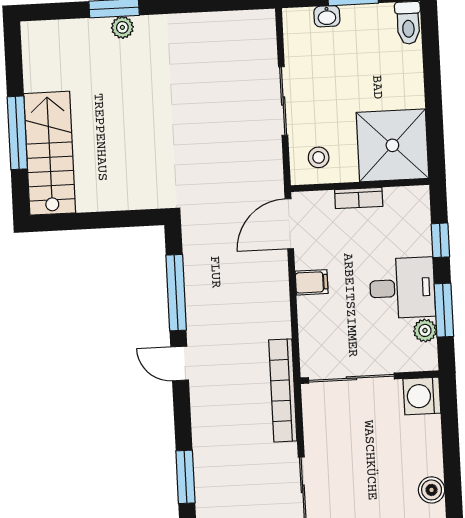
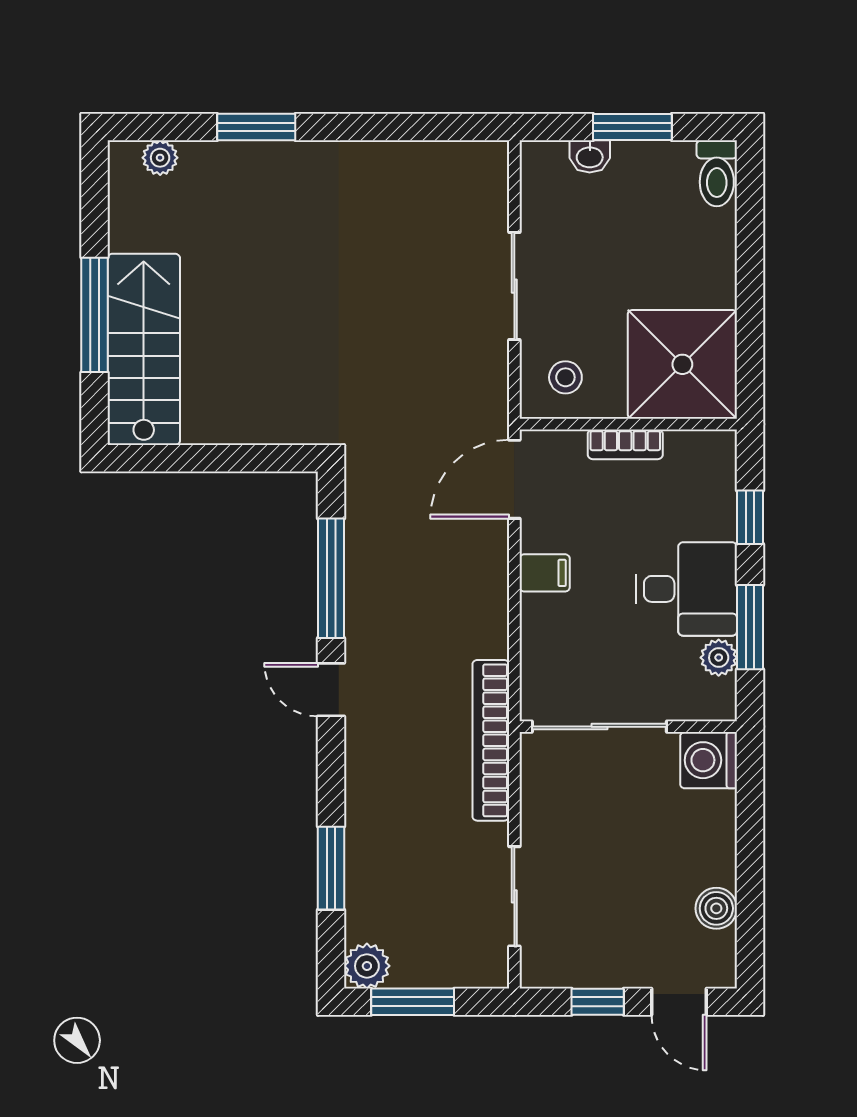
plant: (122, 27) -> (160, 158), moved

